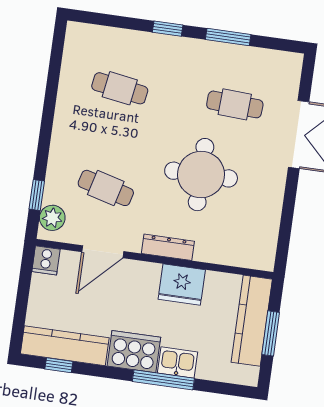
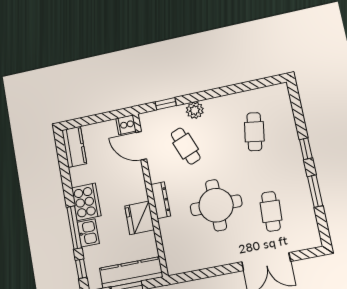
cafe table: (106, 188) -> (186, 146), turned -36
plant: (52, 218) -> (195, 110), moved
door: (103, 252) -> (141, 146), moved
kitchen counter: (65, 346) -> (74, 147), width x0.67
window: (59, 365) -> (81, 269), moved

